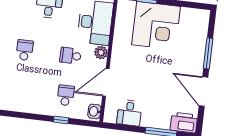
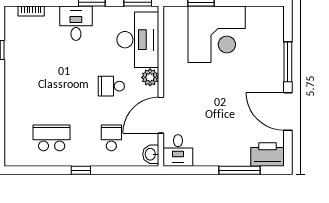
school desk: (25, 50) -> (52, 138), moved, width x1.85
desk: (129, 113) -> (178, 150), moved
window: (61, 120) -> (81, 170), moved

